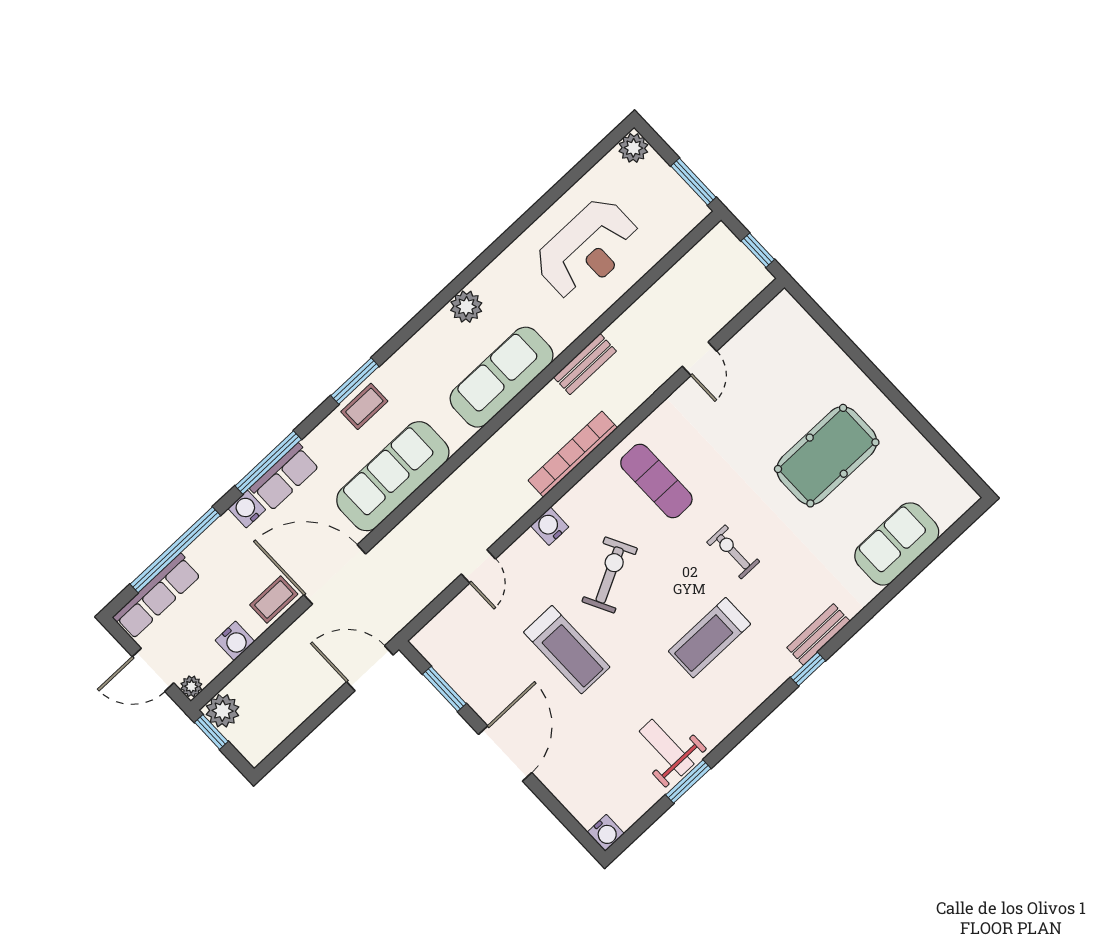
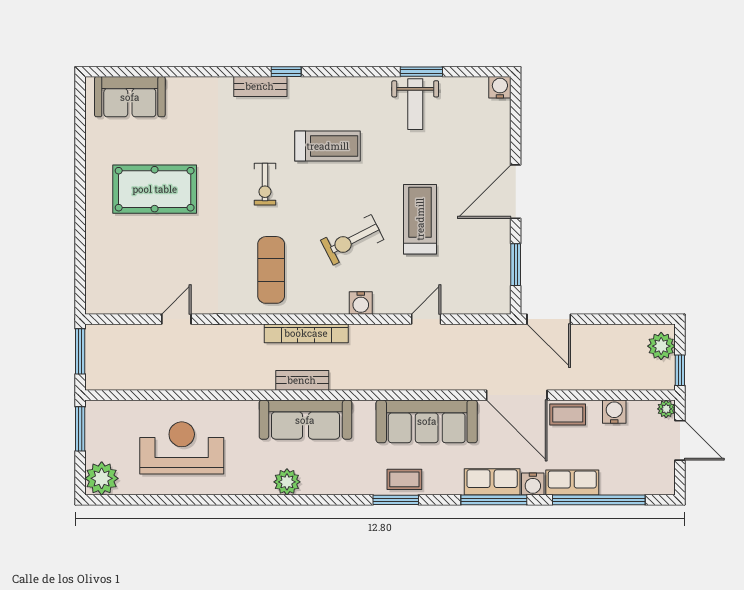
plant: (633, 148) -> (102, 478), width x1.36, depth x1.36
window: (758, 250) -> (80, 351), width x1.50
bench: (585, 364) -> (302, 380), moved
sofa: (897, 544) -> (130, 97), moved
row of seats: (157, 596) -> (572, 483), moved, width x0.68
plant: (223, 711) -> (661, 346), moved

